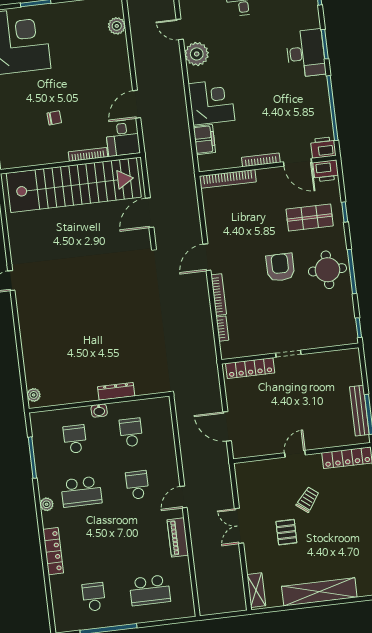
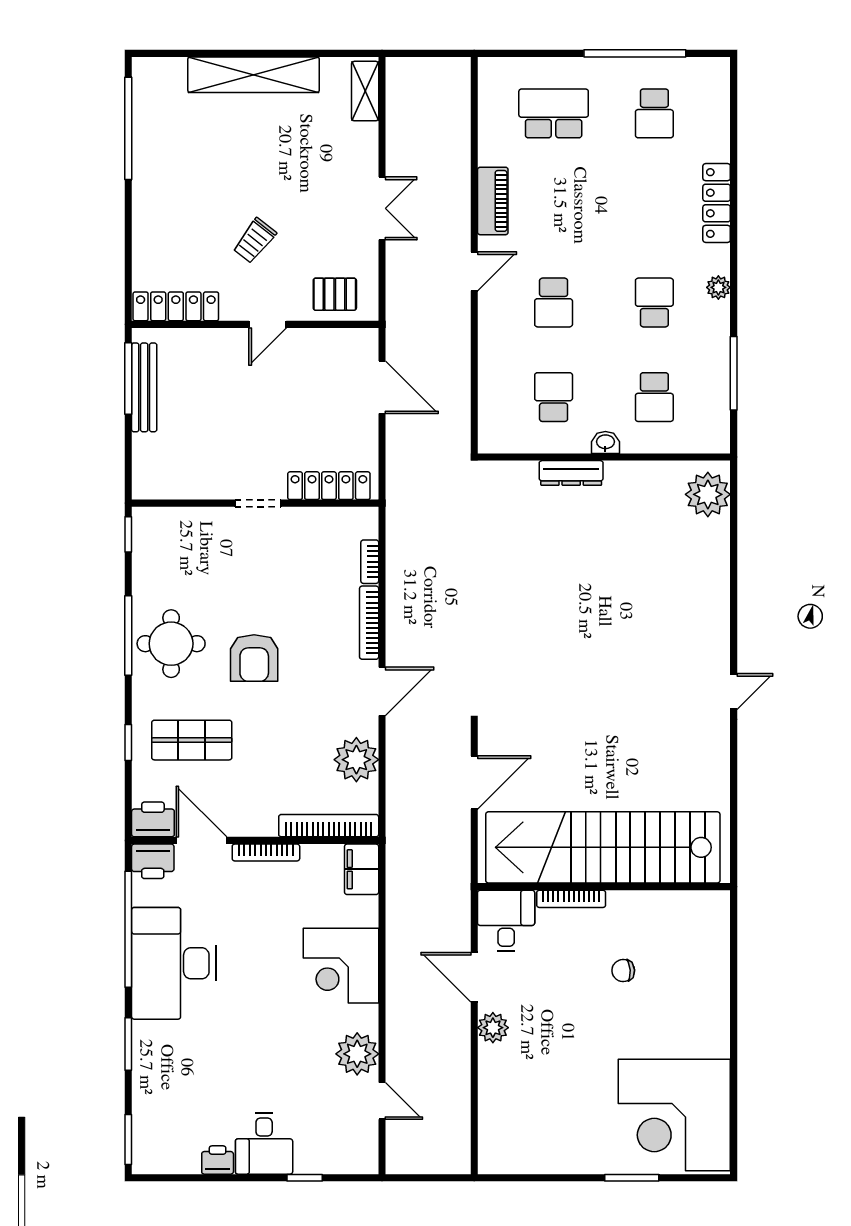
plant: (117, 26) -> (493, 1028), moved
desk: (306, 53) -> (174, 963), moved, width x1.36, depth x1.30
door: (137, 104) -> (474, 977), swing flipped
filing cabinet: (204, 140) -> (362, 869), moved
plant: (217, 218) -> (356, 760), added
plant: (34, 395) -> (708, 494), width x1.87, depth x1.87
school desk: (131, 432) -> (554, 397), turned 180
school desk: (81, 492) -> (654, 303), width x0.54
pallet: (286, 532) -> (335, 294), moved, turned 90

